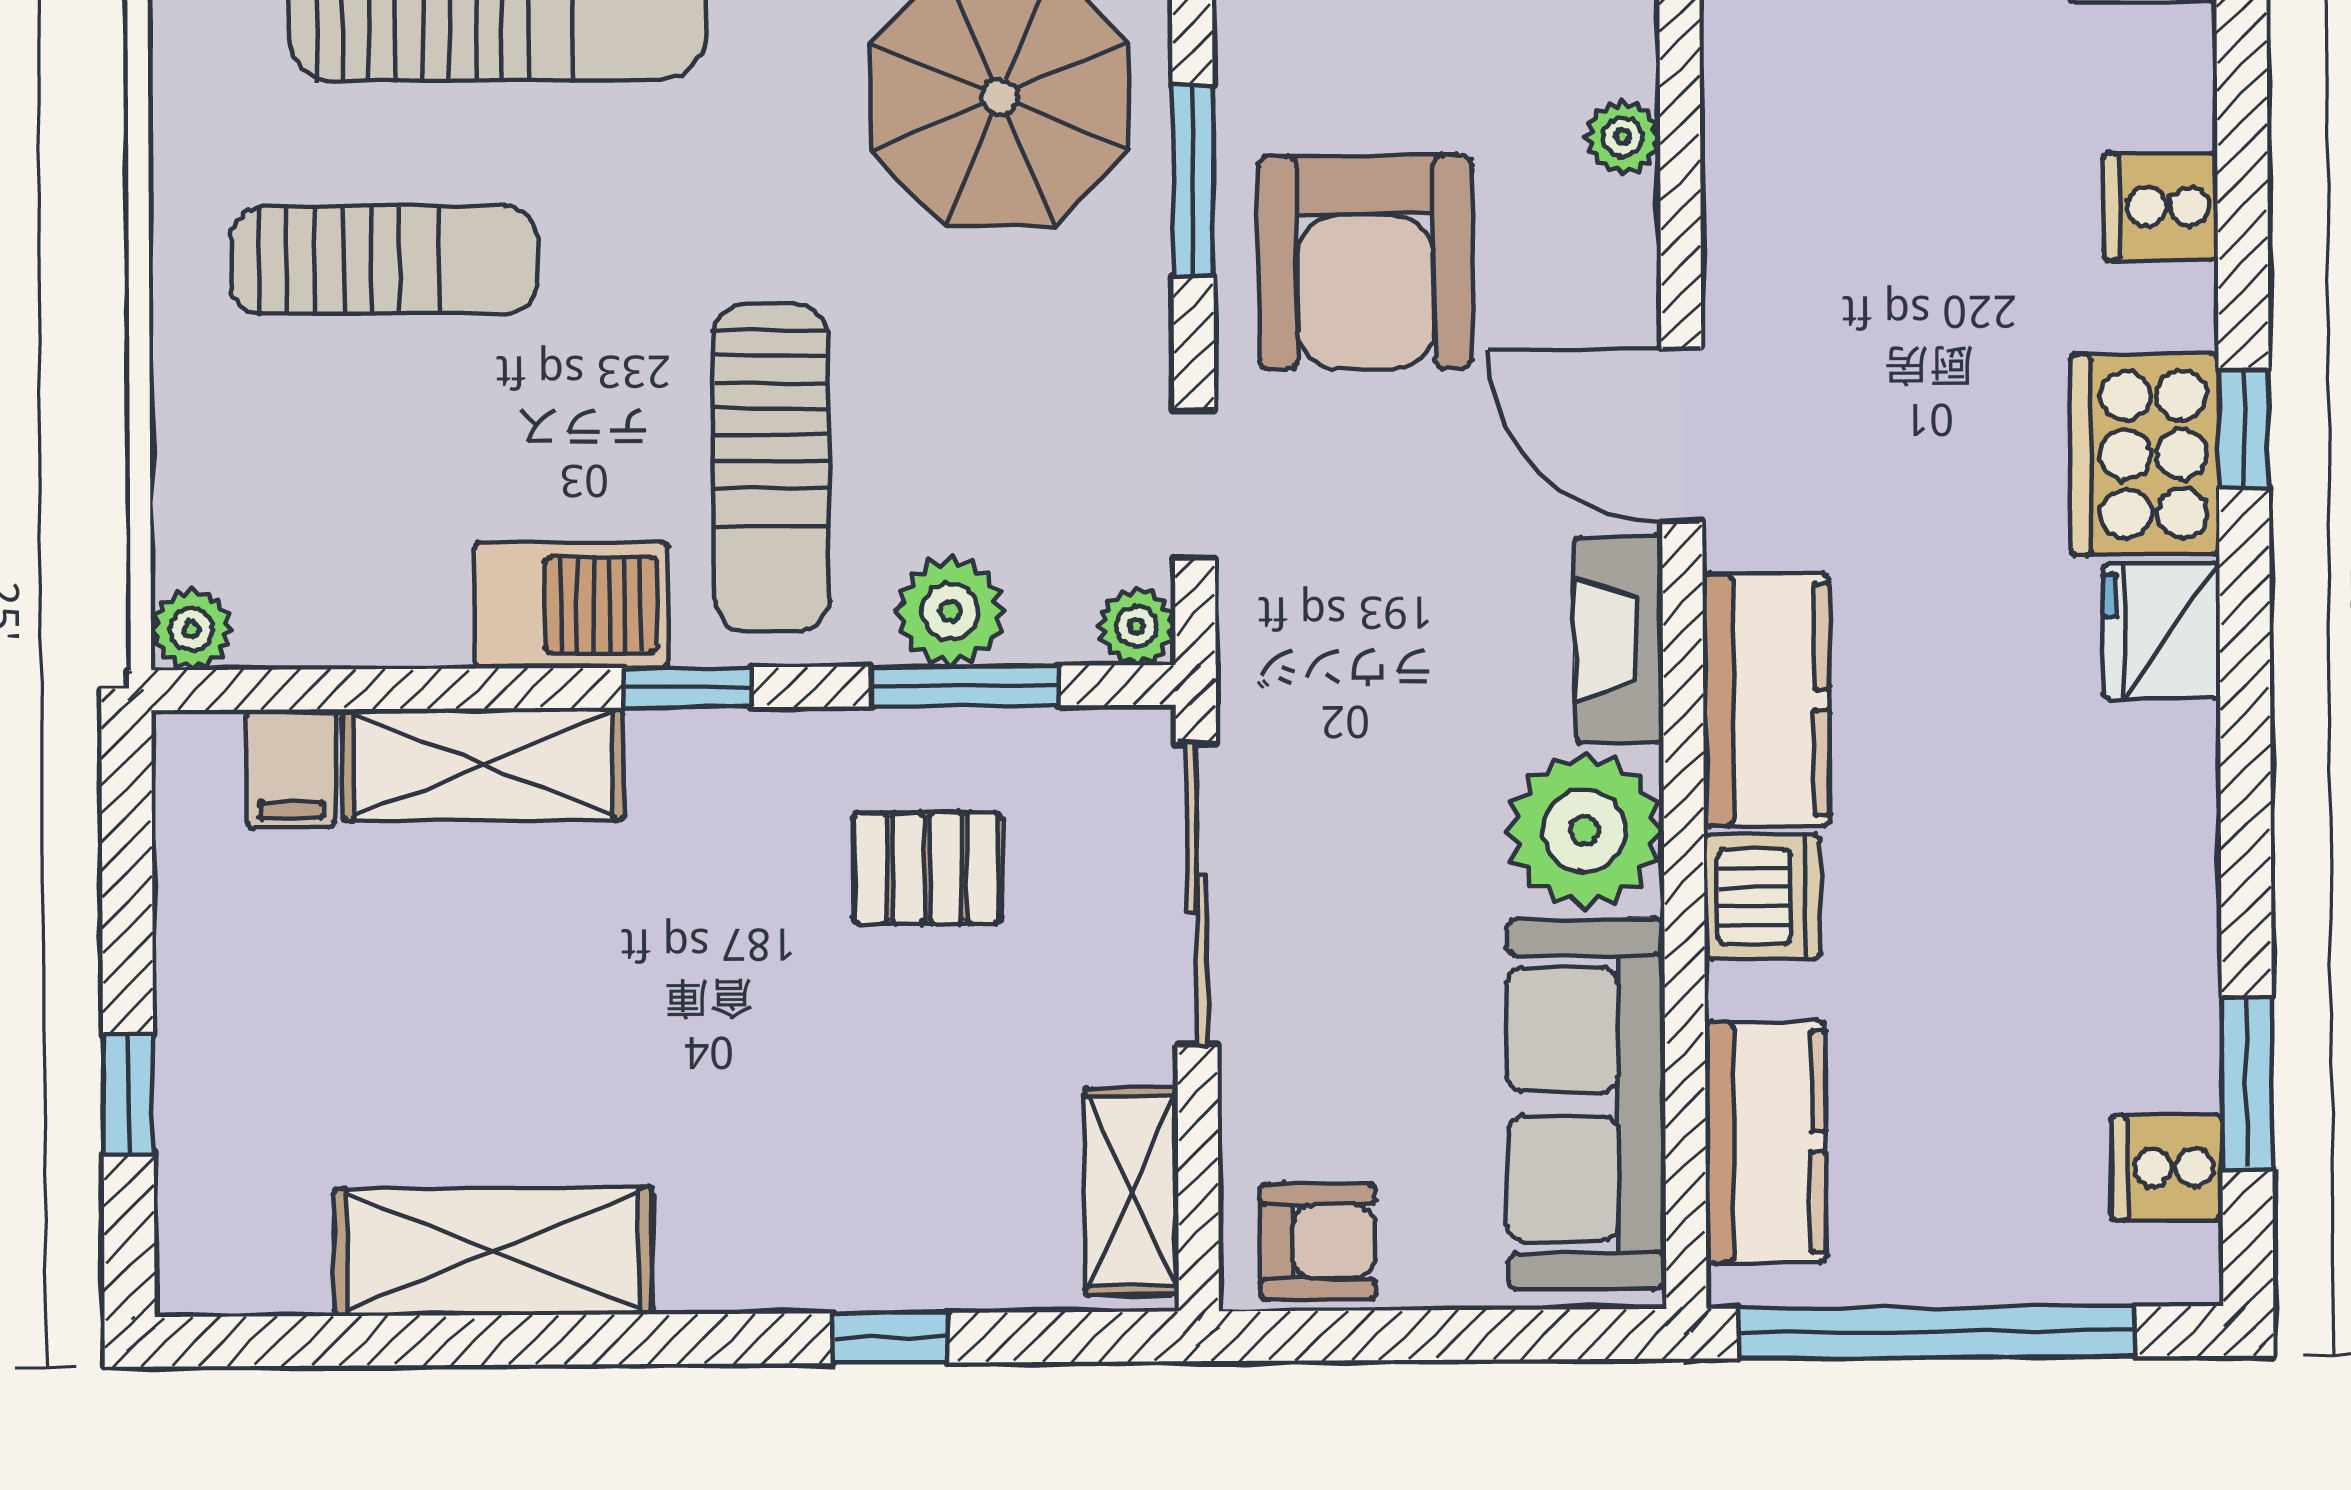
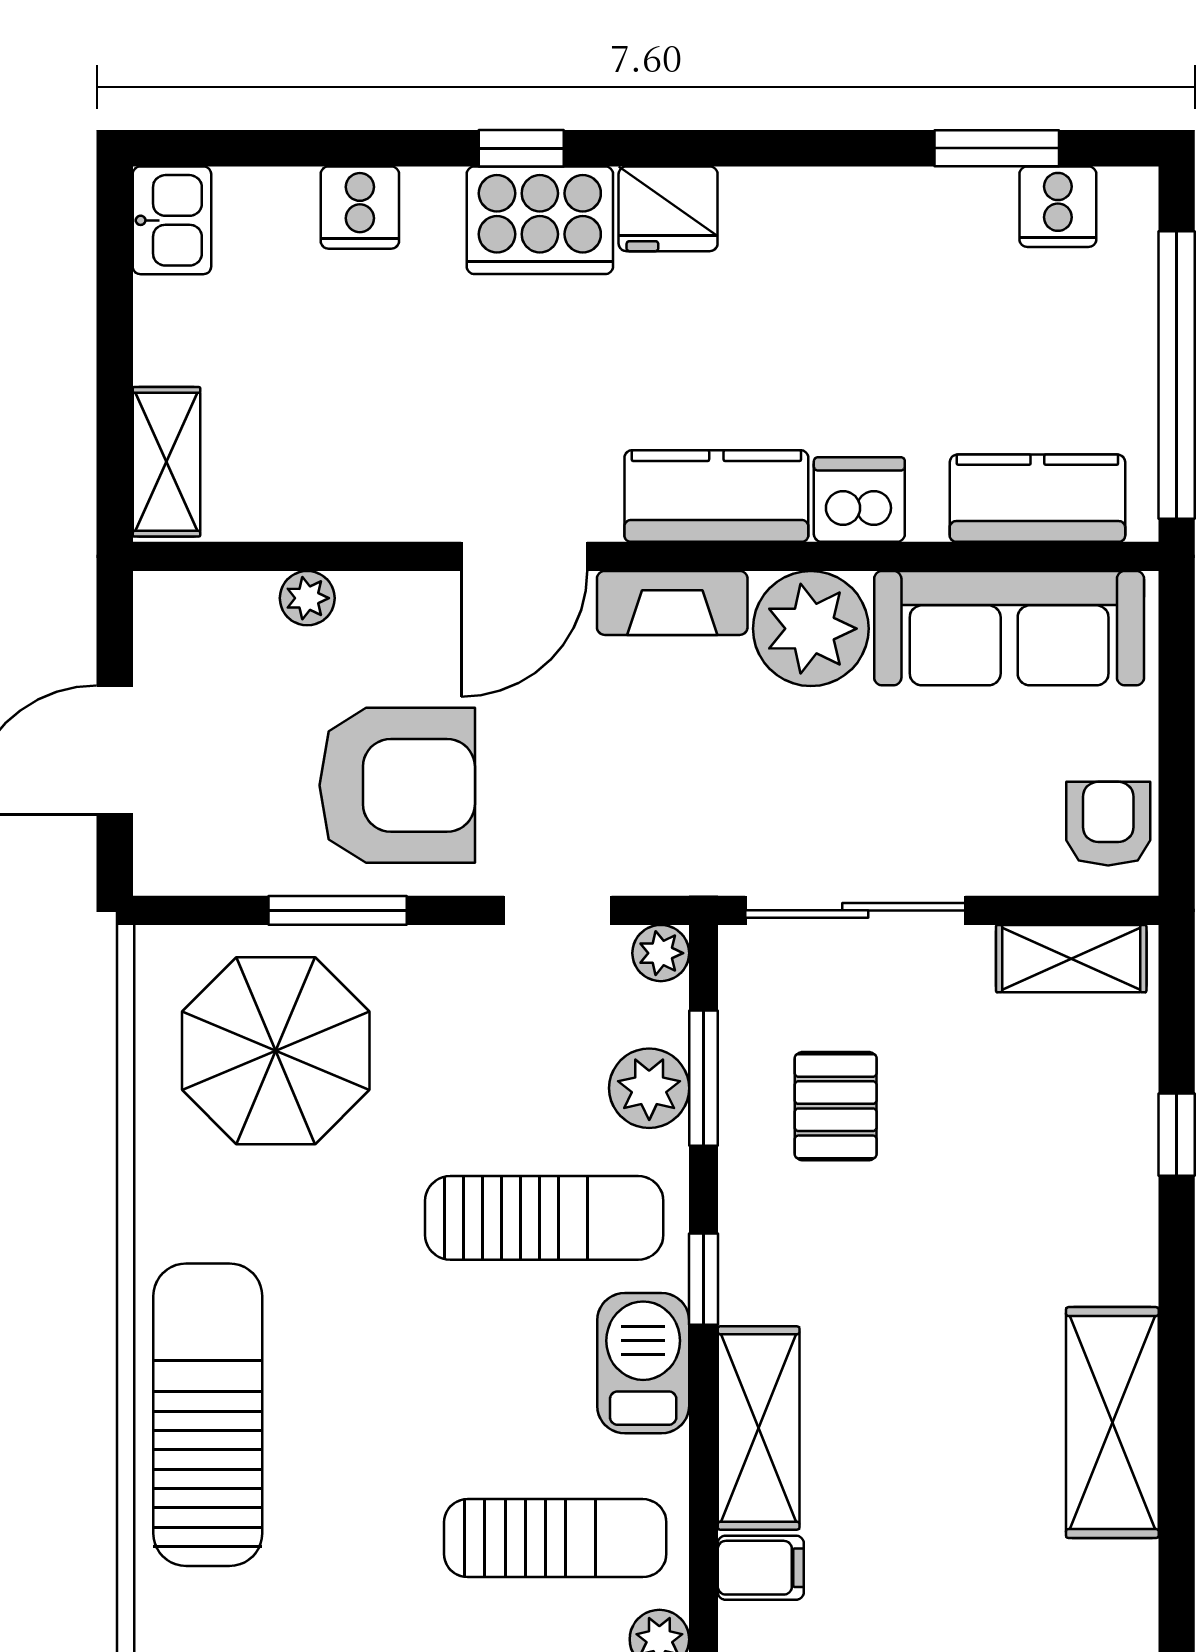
sun lounger: (384, 261) -> (555, 1538), moved, turned 90

